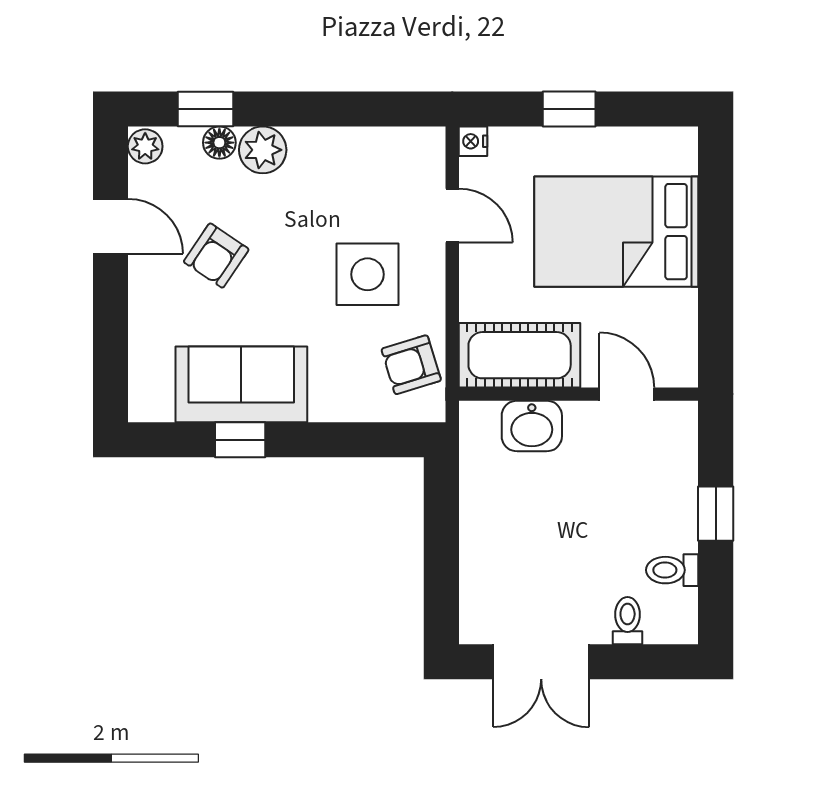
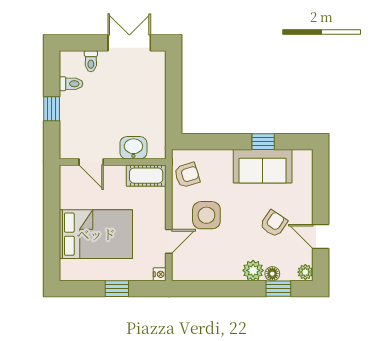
door: (452, 215) -> (169, 241), swing flipped
cot: (520, 355) -> (146, 176), width x0.73, depth x0.75

